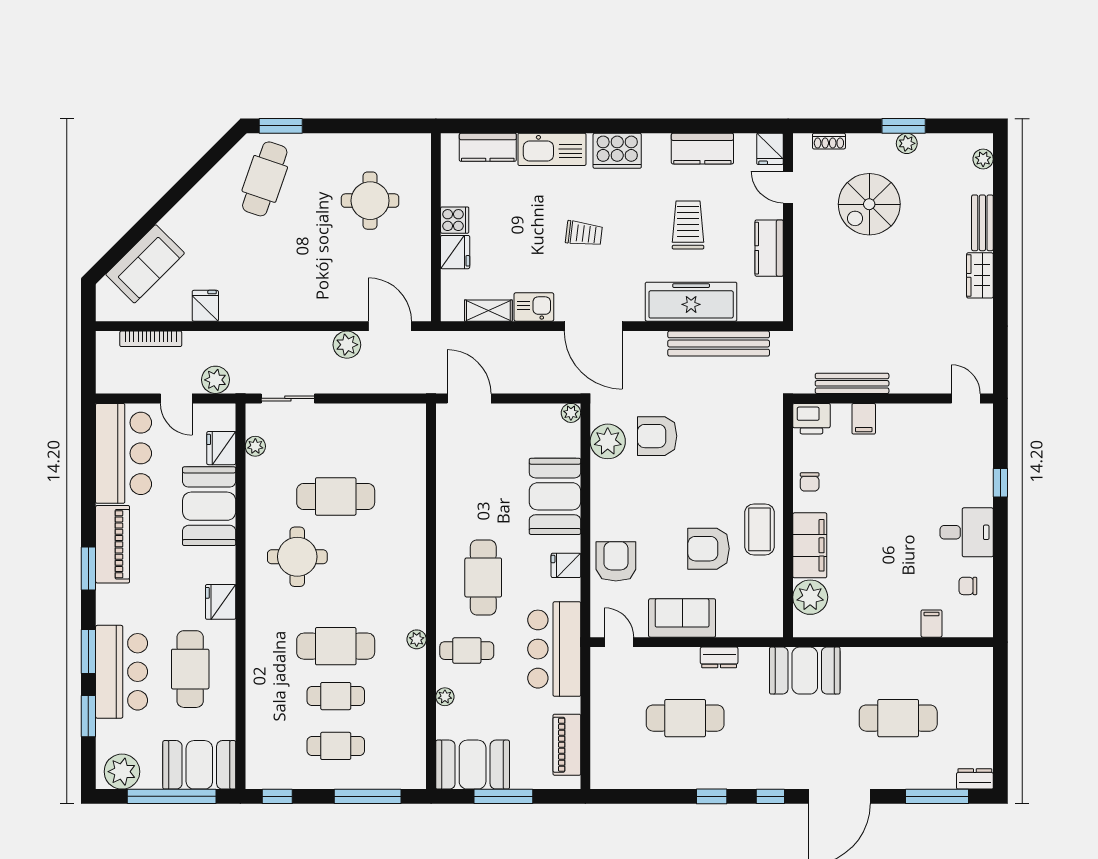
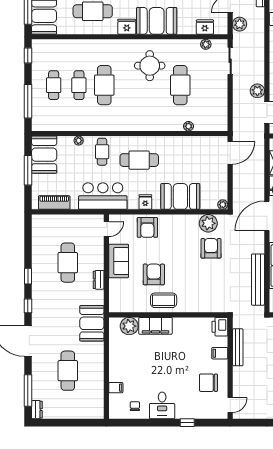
chair: (810, 482) -> (208, 383), moved, width x1.87, depth x1.87
booth: (209, 506) -> (157, 21), moved
armchair: (616, 561) -> (147, 227), turned 90
plant: (417, 639) -> (188, 126), moved

